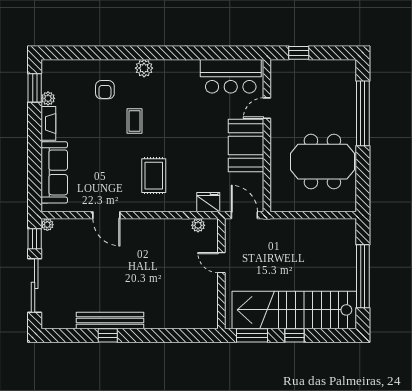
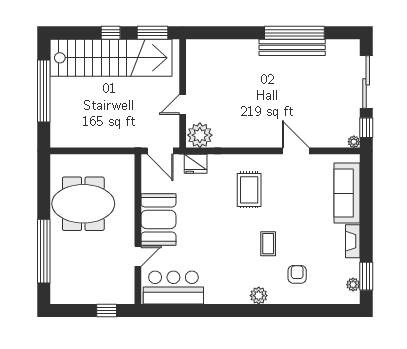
plant: (48, 98) -> (353, 285), moved
plant: (198, 225) -> (200, 135), width x1.87, depth x1.87
door: (221, 263) -> (183, 104), swing flipped
window: (108, 335) -> (294, 33), width x3.17

